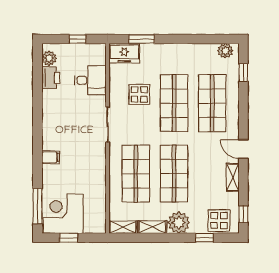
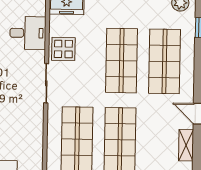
display table: (139, 94) -> (63, 49), moved

